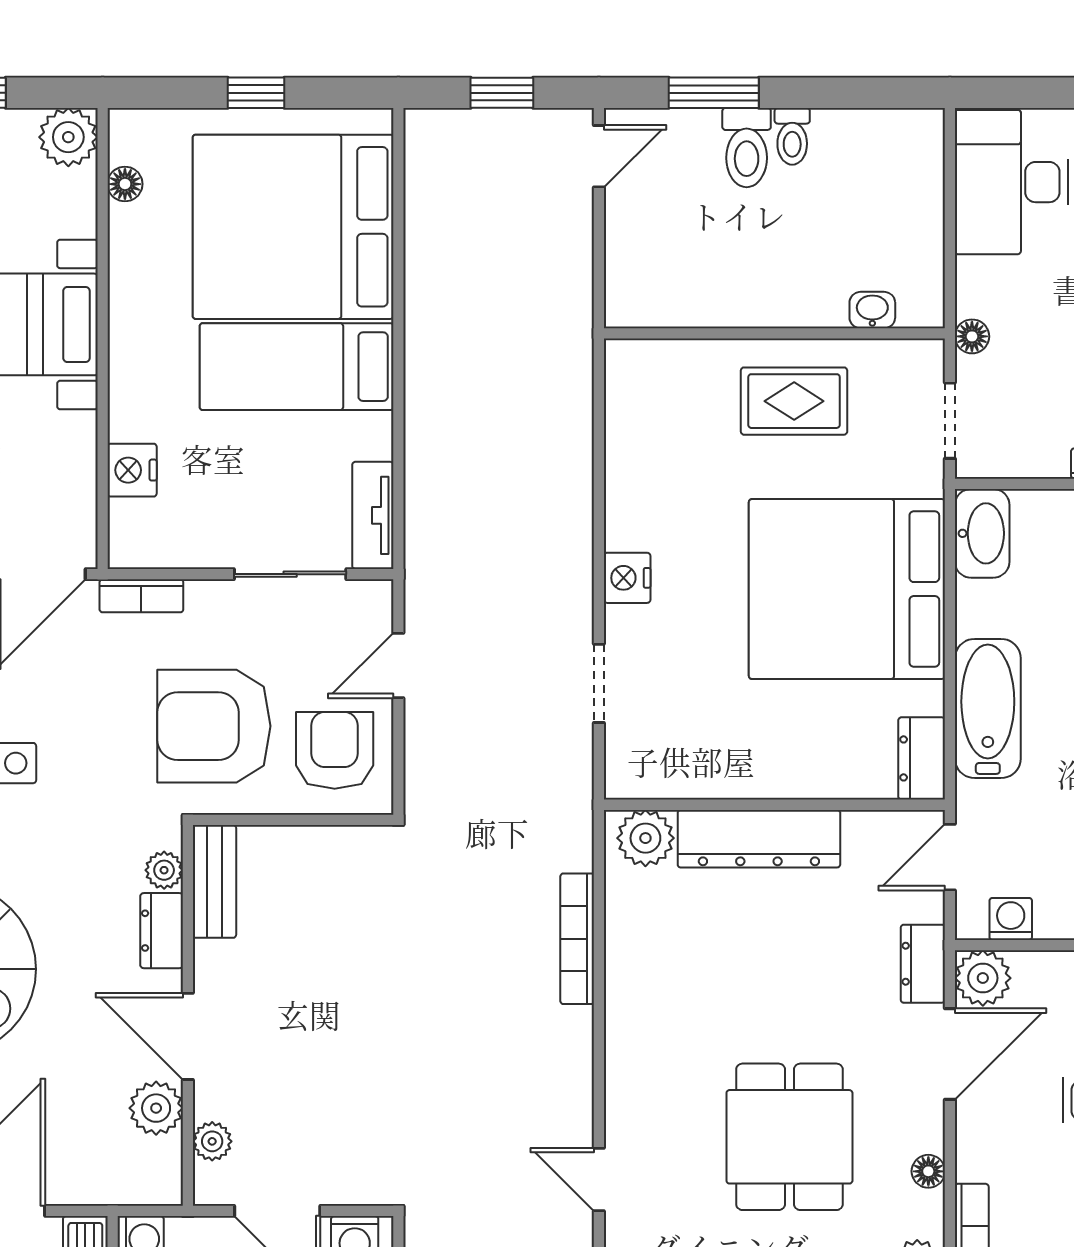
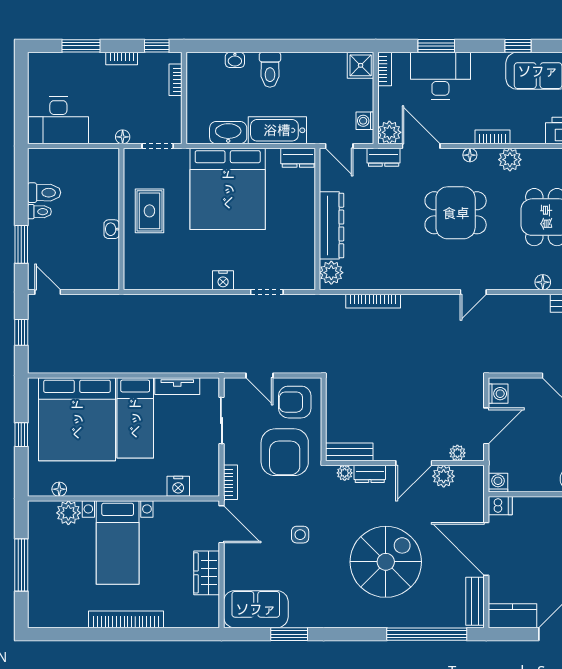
plant: (68, 137) -> (68, 513), moved
toilet: (747, 148) -> (44, 193), moved
washbasin: (872, 310) -> (112, 229), moved
tv unit: (373, 515) -> (177, 386), moved
washbasin: (982, 533) -> (228, 133), moved

